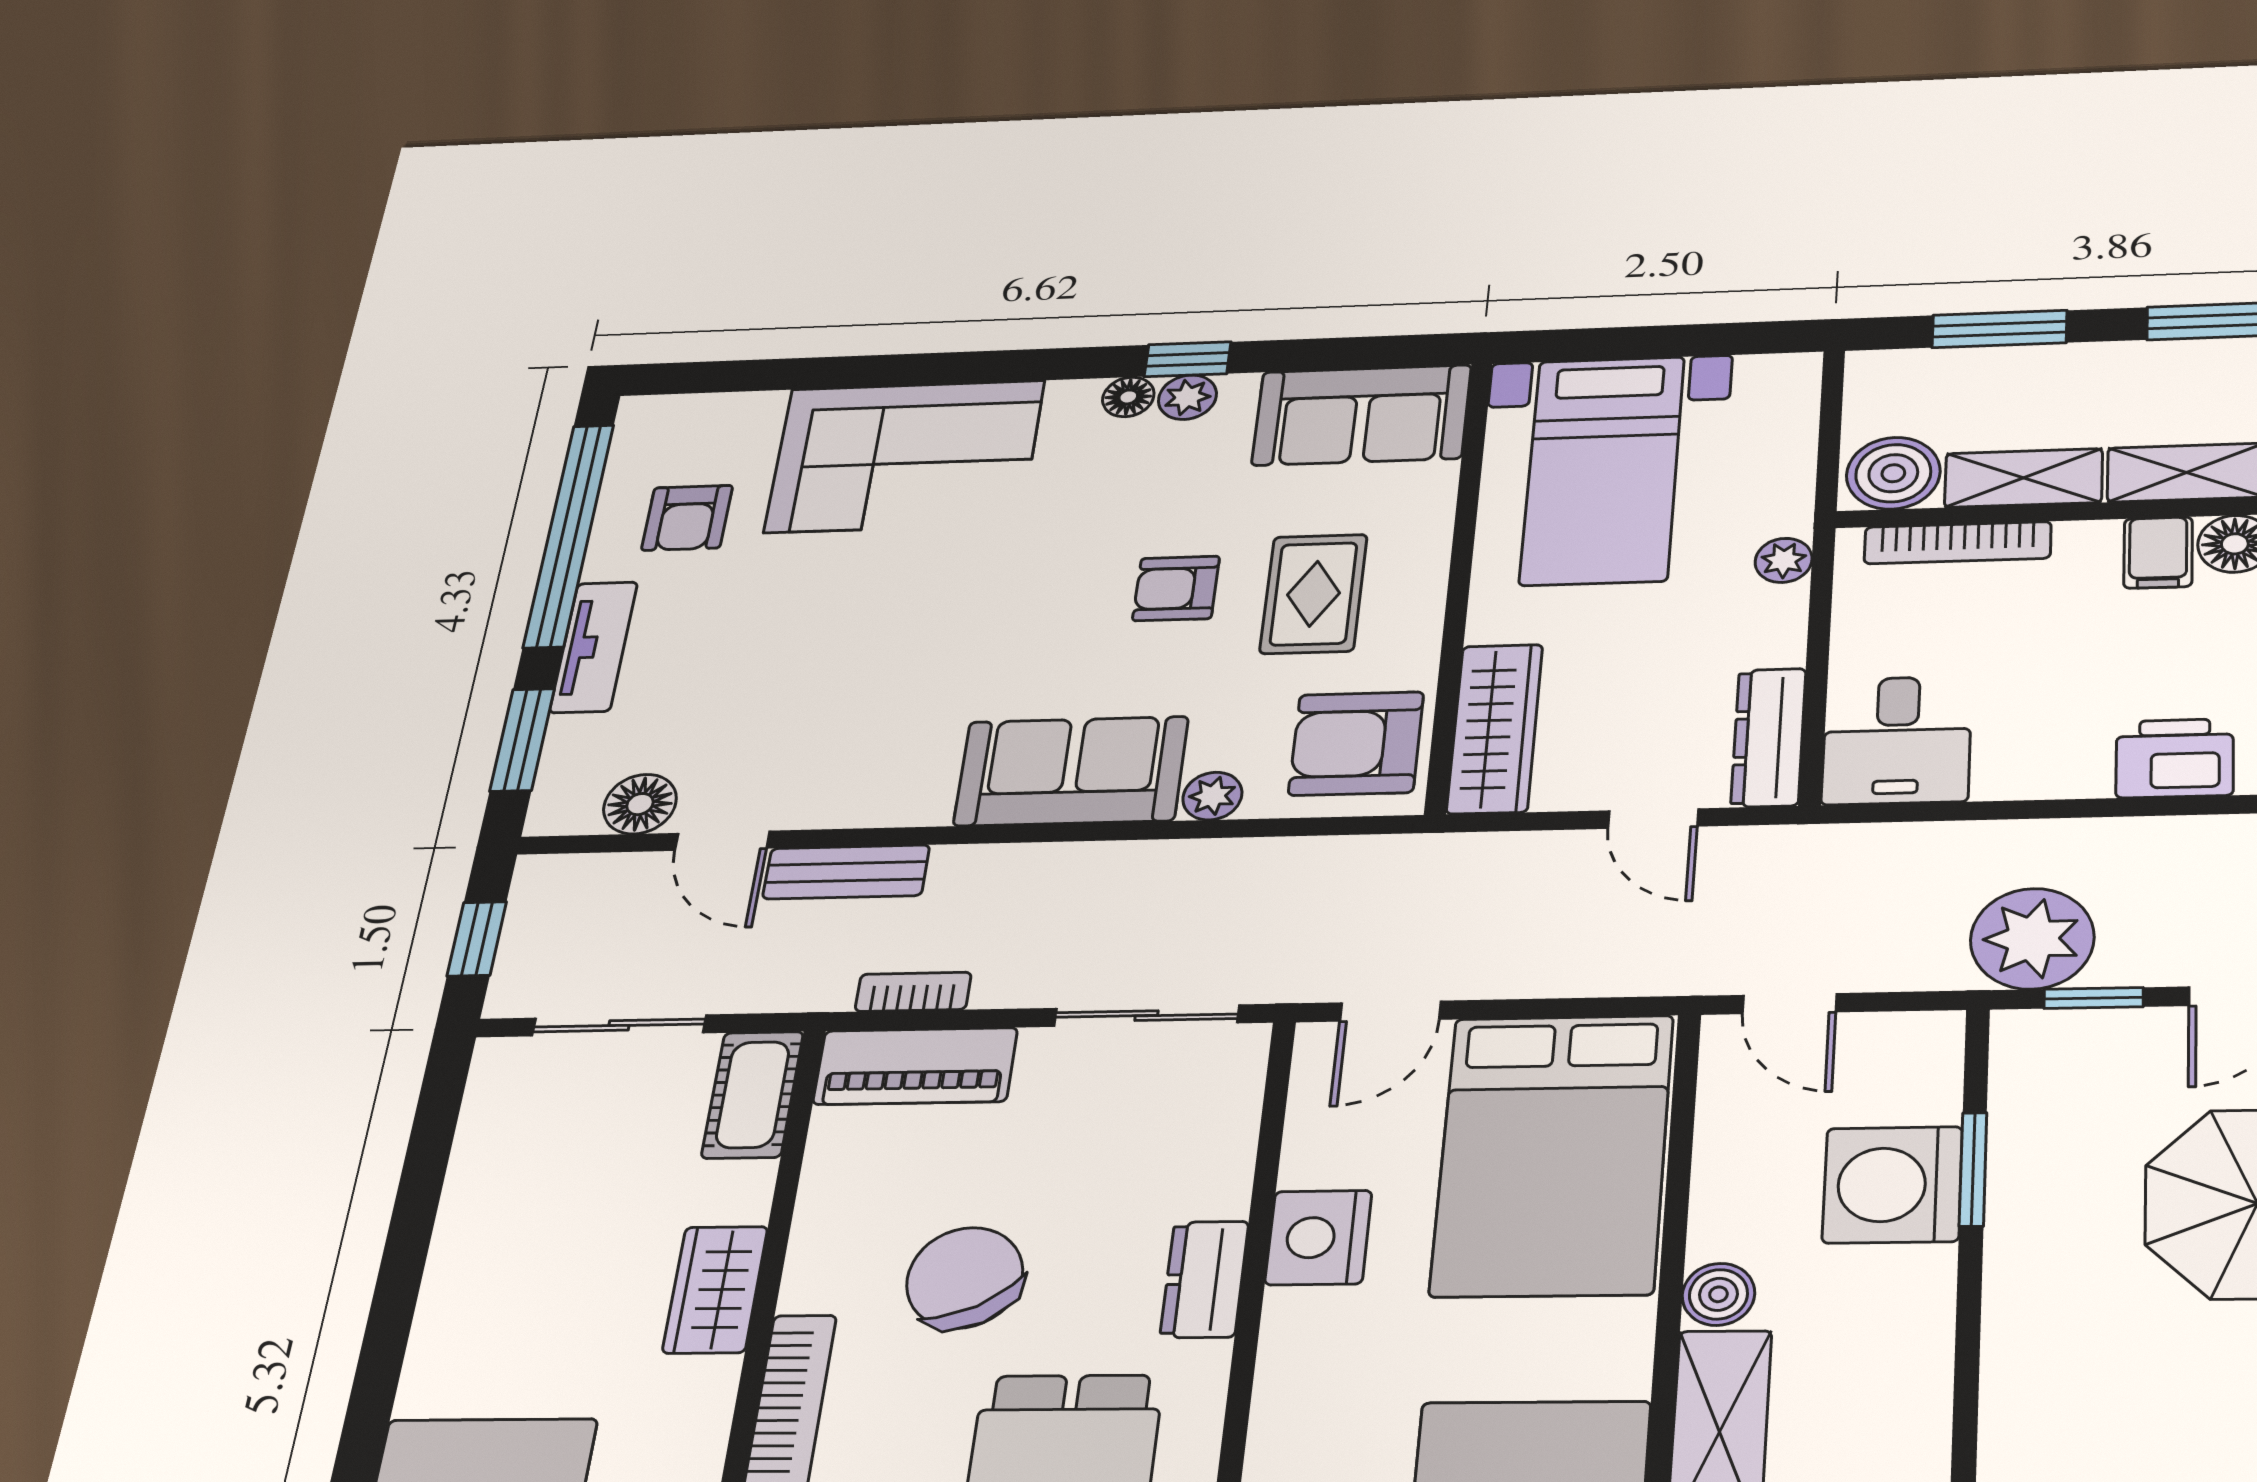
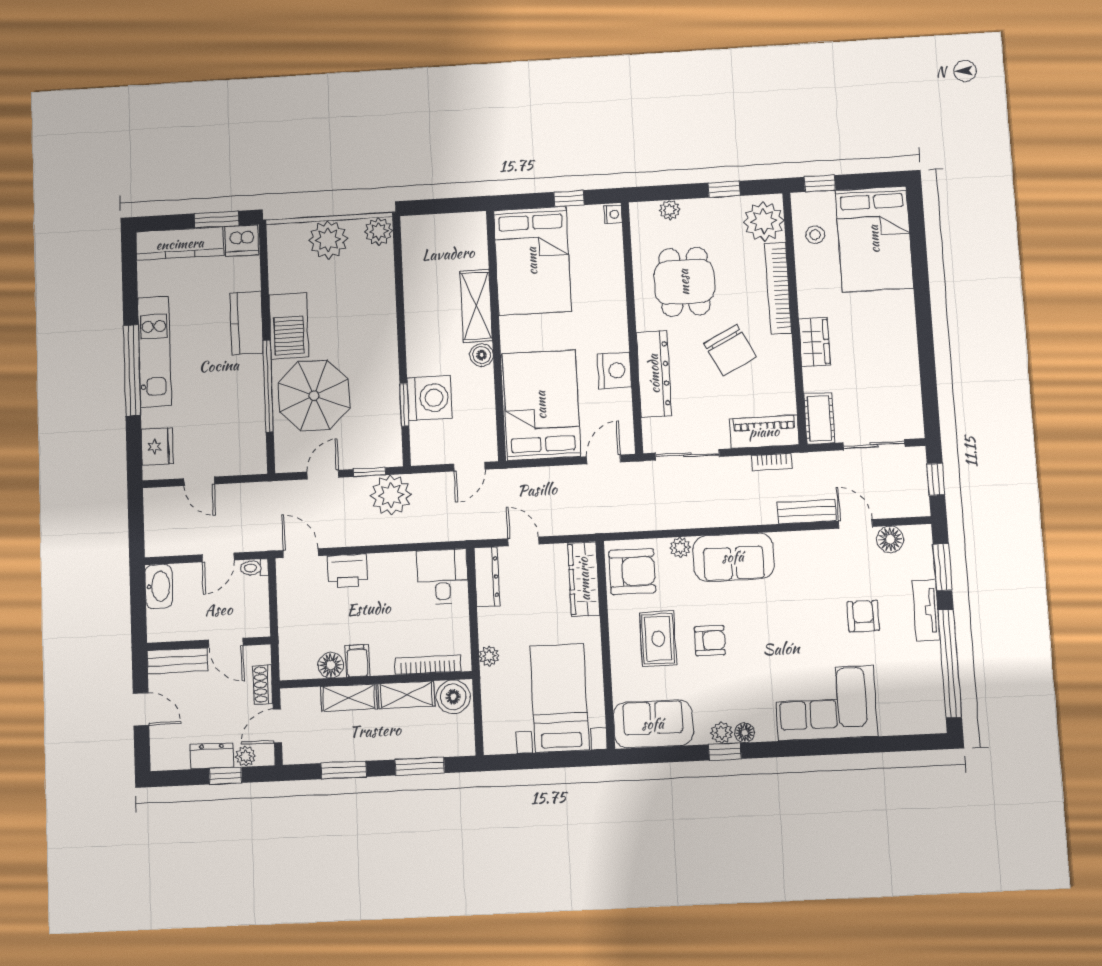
armchair: (687, 518) -> (863, 616), moved
door: (1789, 1004) -> (469, 467), swing flipped
dresser: (1204, 1279) -> (654, 374), width x1.96, depth x1.24

